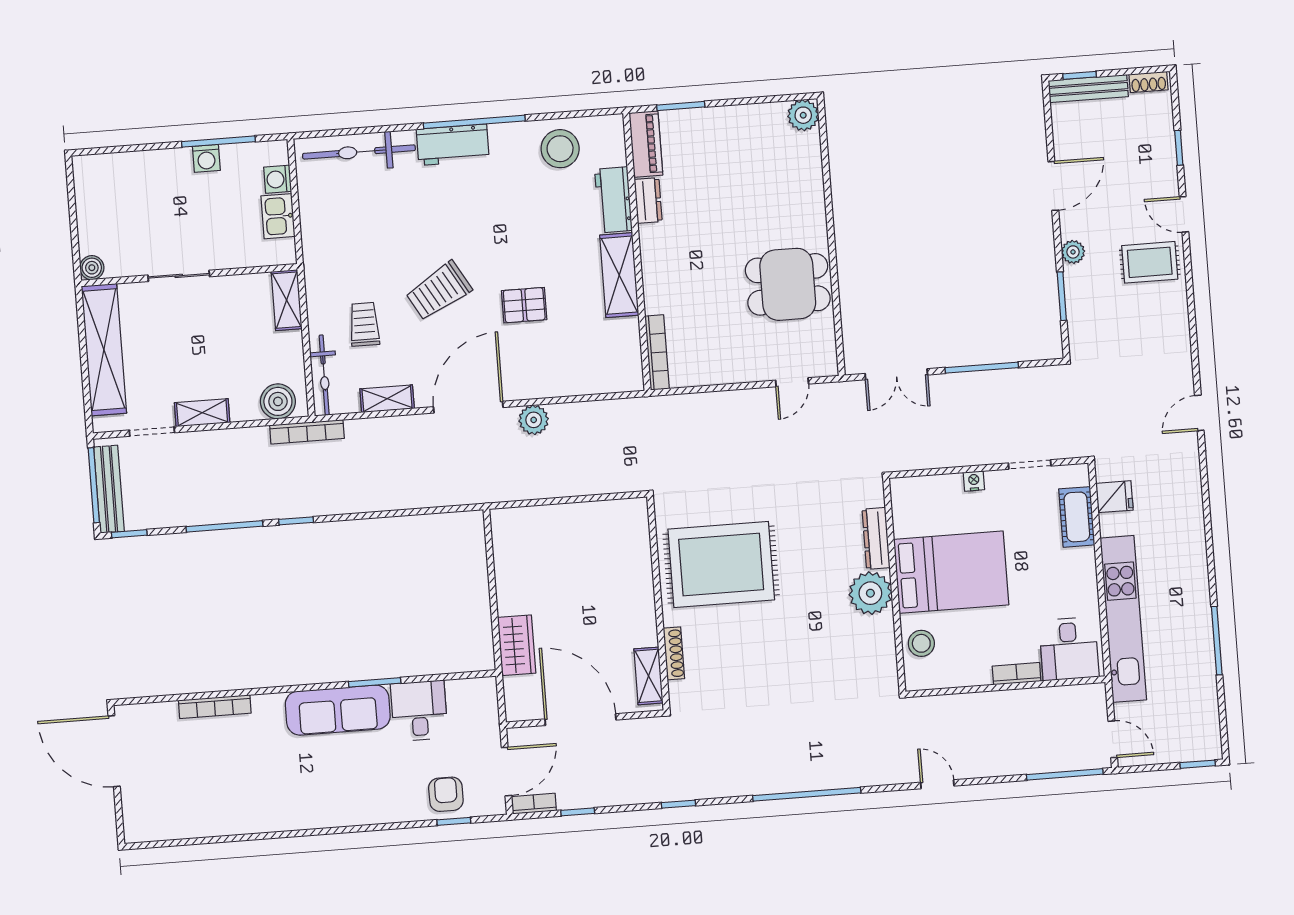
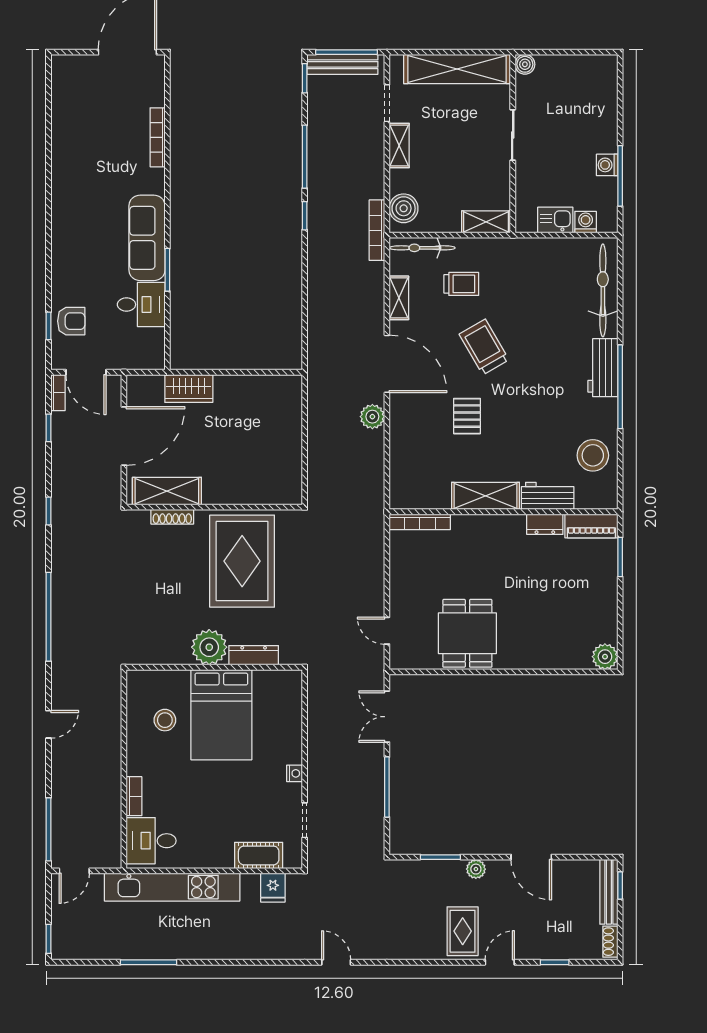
dresser: (876, 539) -> (254, 655), moved
bed: (951, 572) -> (221, 715), moved
wall: (894, 585) -> (214, 667), moved
plant: (870, 593) -> (209, 647), moved
shelving: (648, 676) -> (167, 491), width x1.50, depth x1.33

